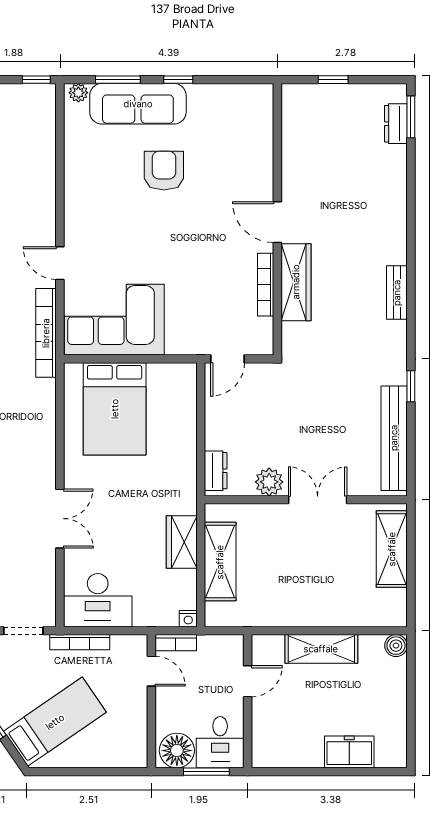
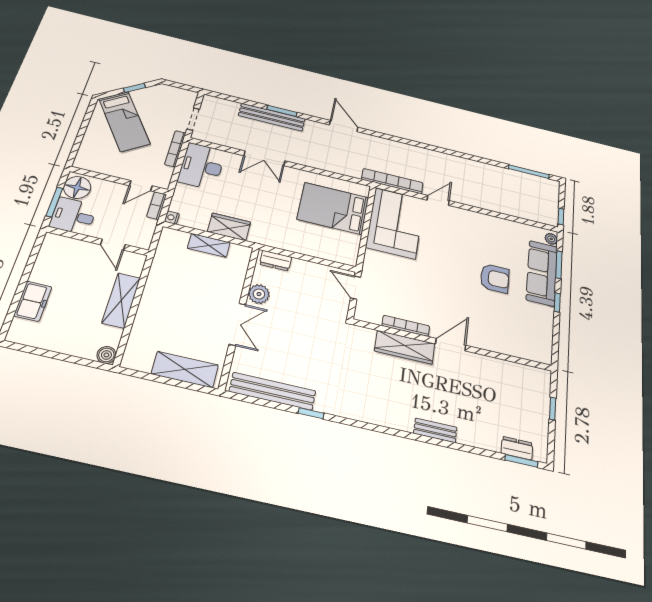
bench: (397, 293) -> (435, 430), moved
shelving: (220, 562) -> (209, 245), width x0.67, depth x0.75

